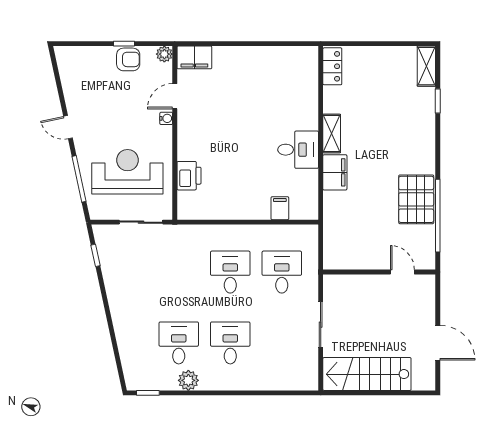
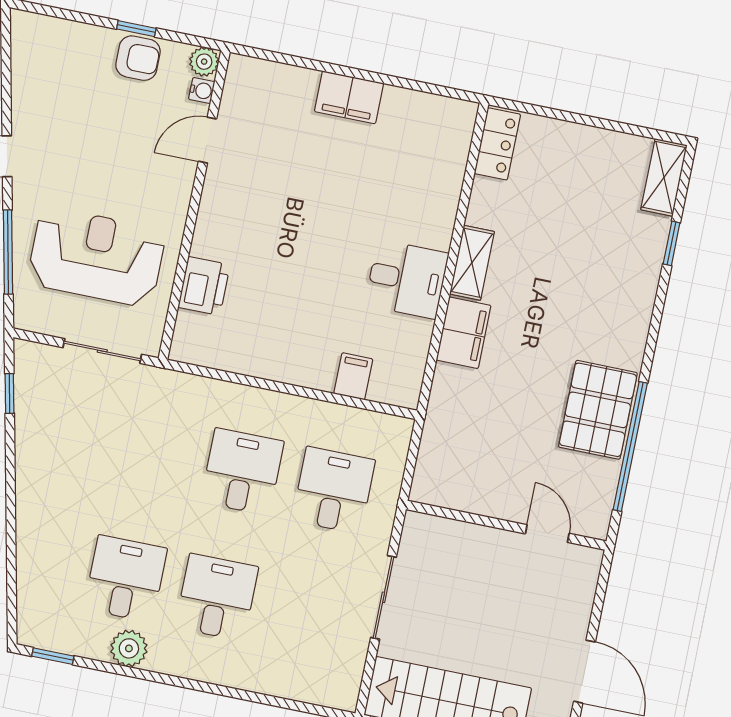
filing cabinet: (194, 57) -> (349, 97), moved
water cooler: (166, 118) -> (202, 90), moved

